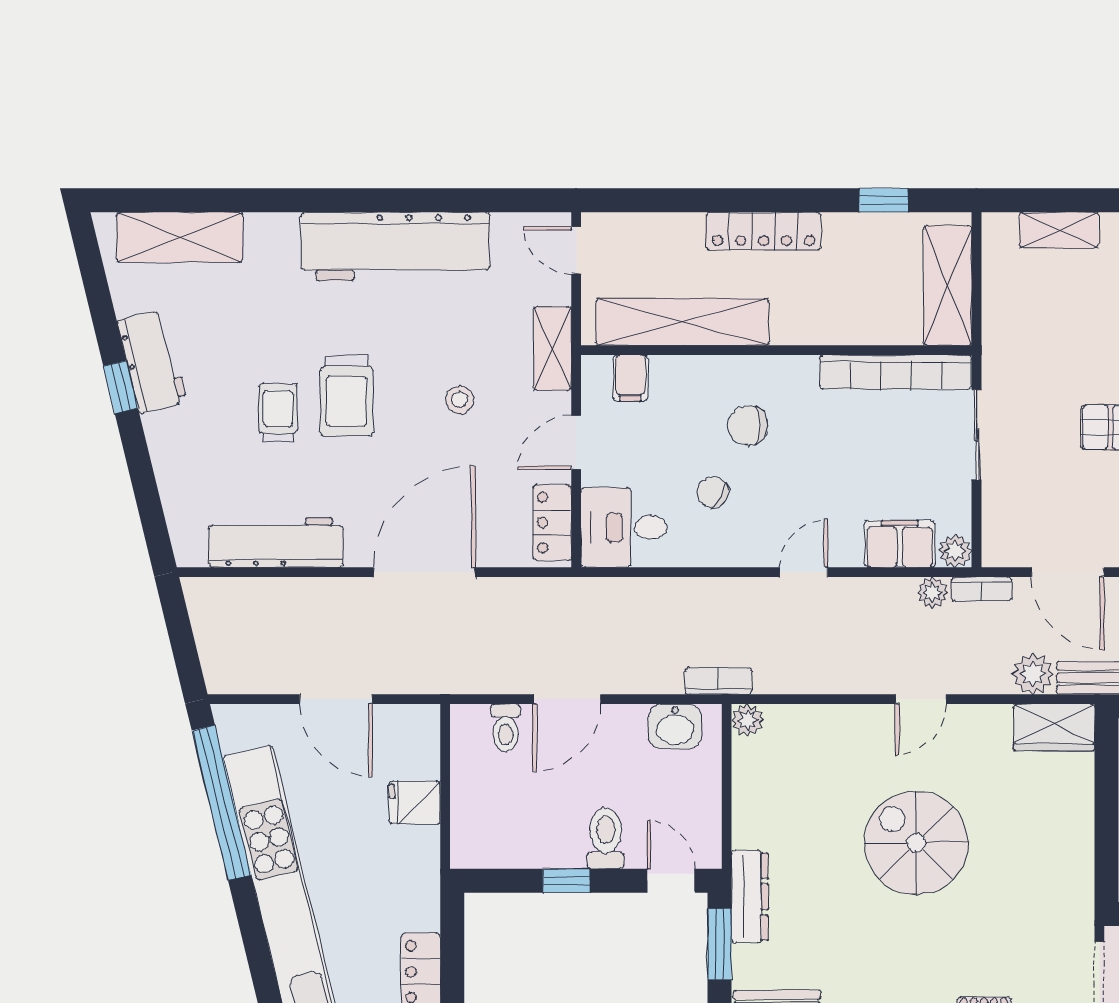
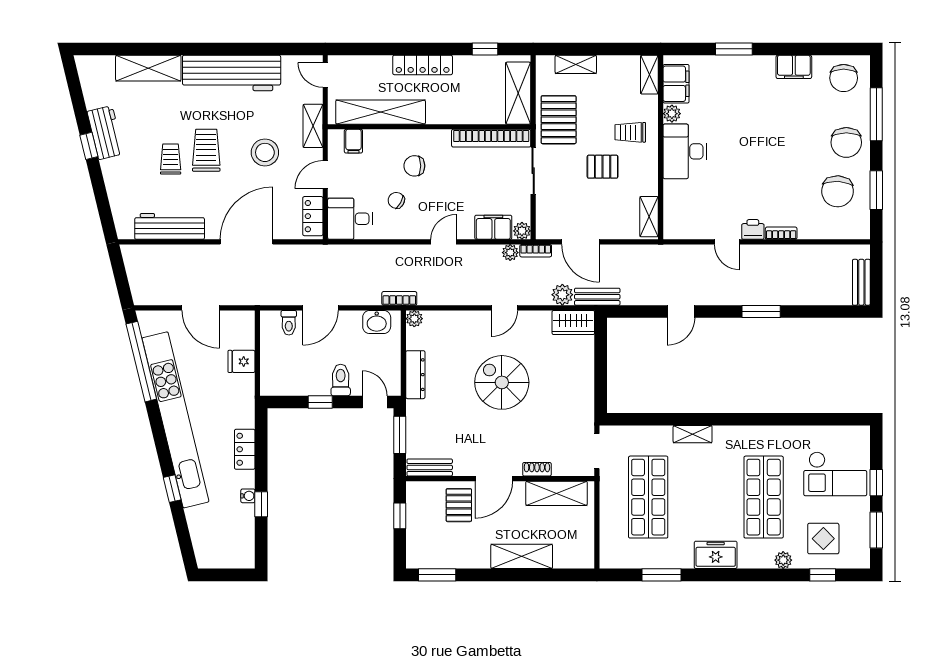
shelving: (180, 237) -> (148, 68), moved
pallet: (1026, 337) -> (559, 120), added
trolley: (347, 396) -> (206, 150), turned 180
stool: (460, 400) -> (265, 152), width x1.89, depth x1.89
dresser: (750, 897) -> (415, 375), moved

